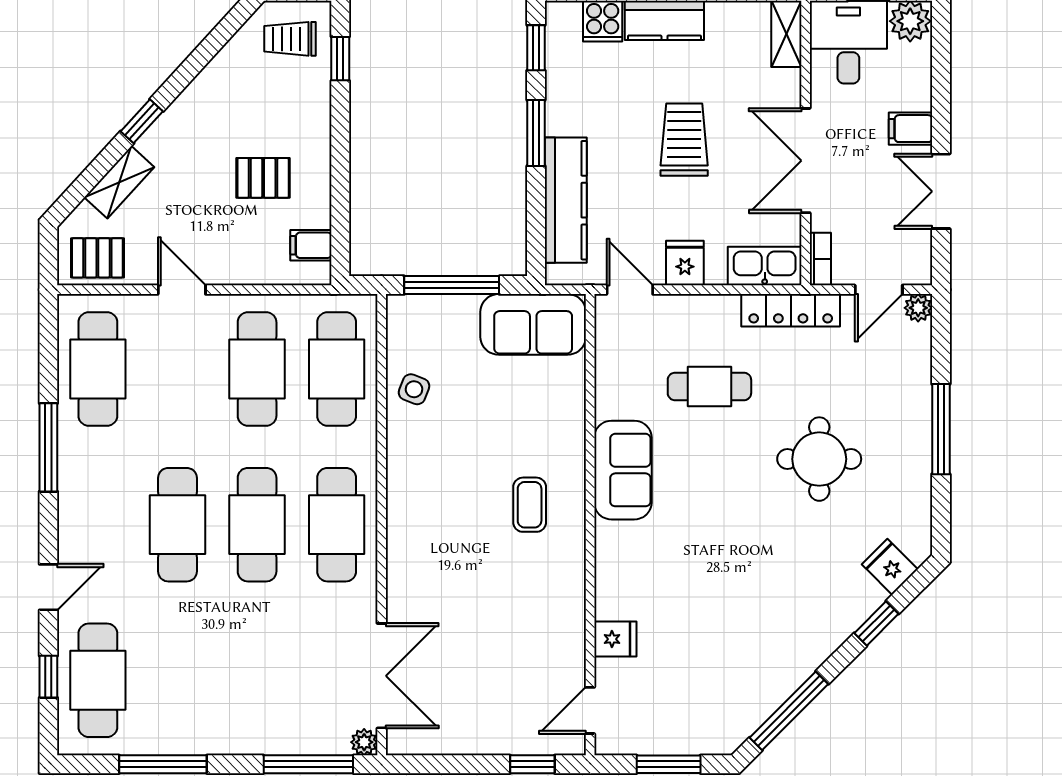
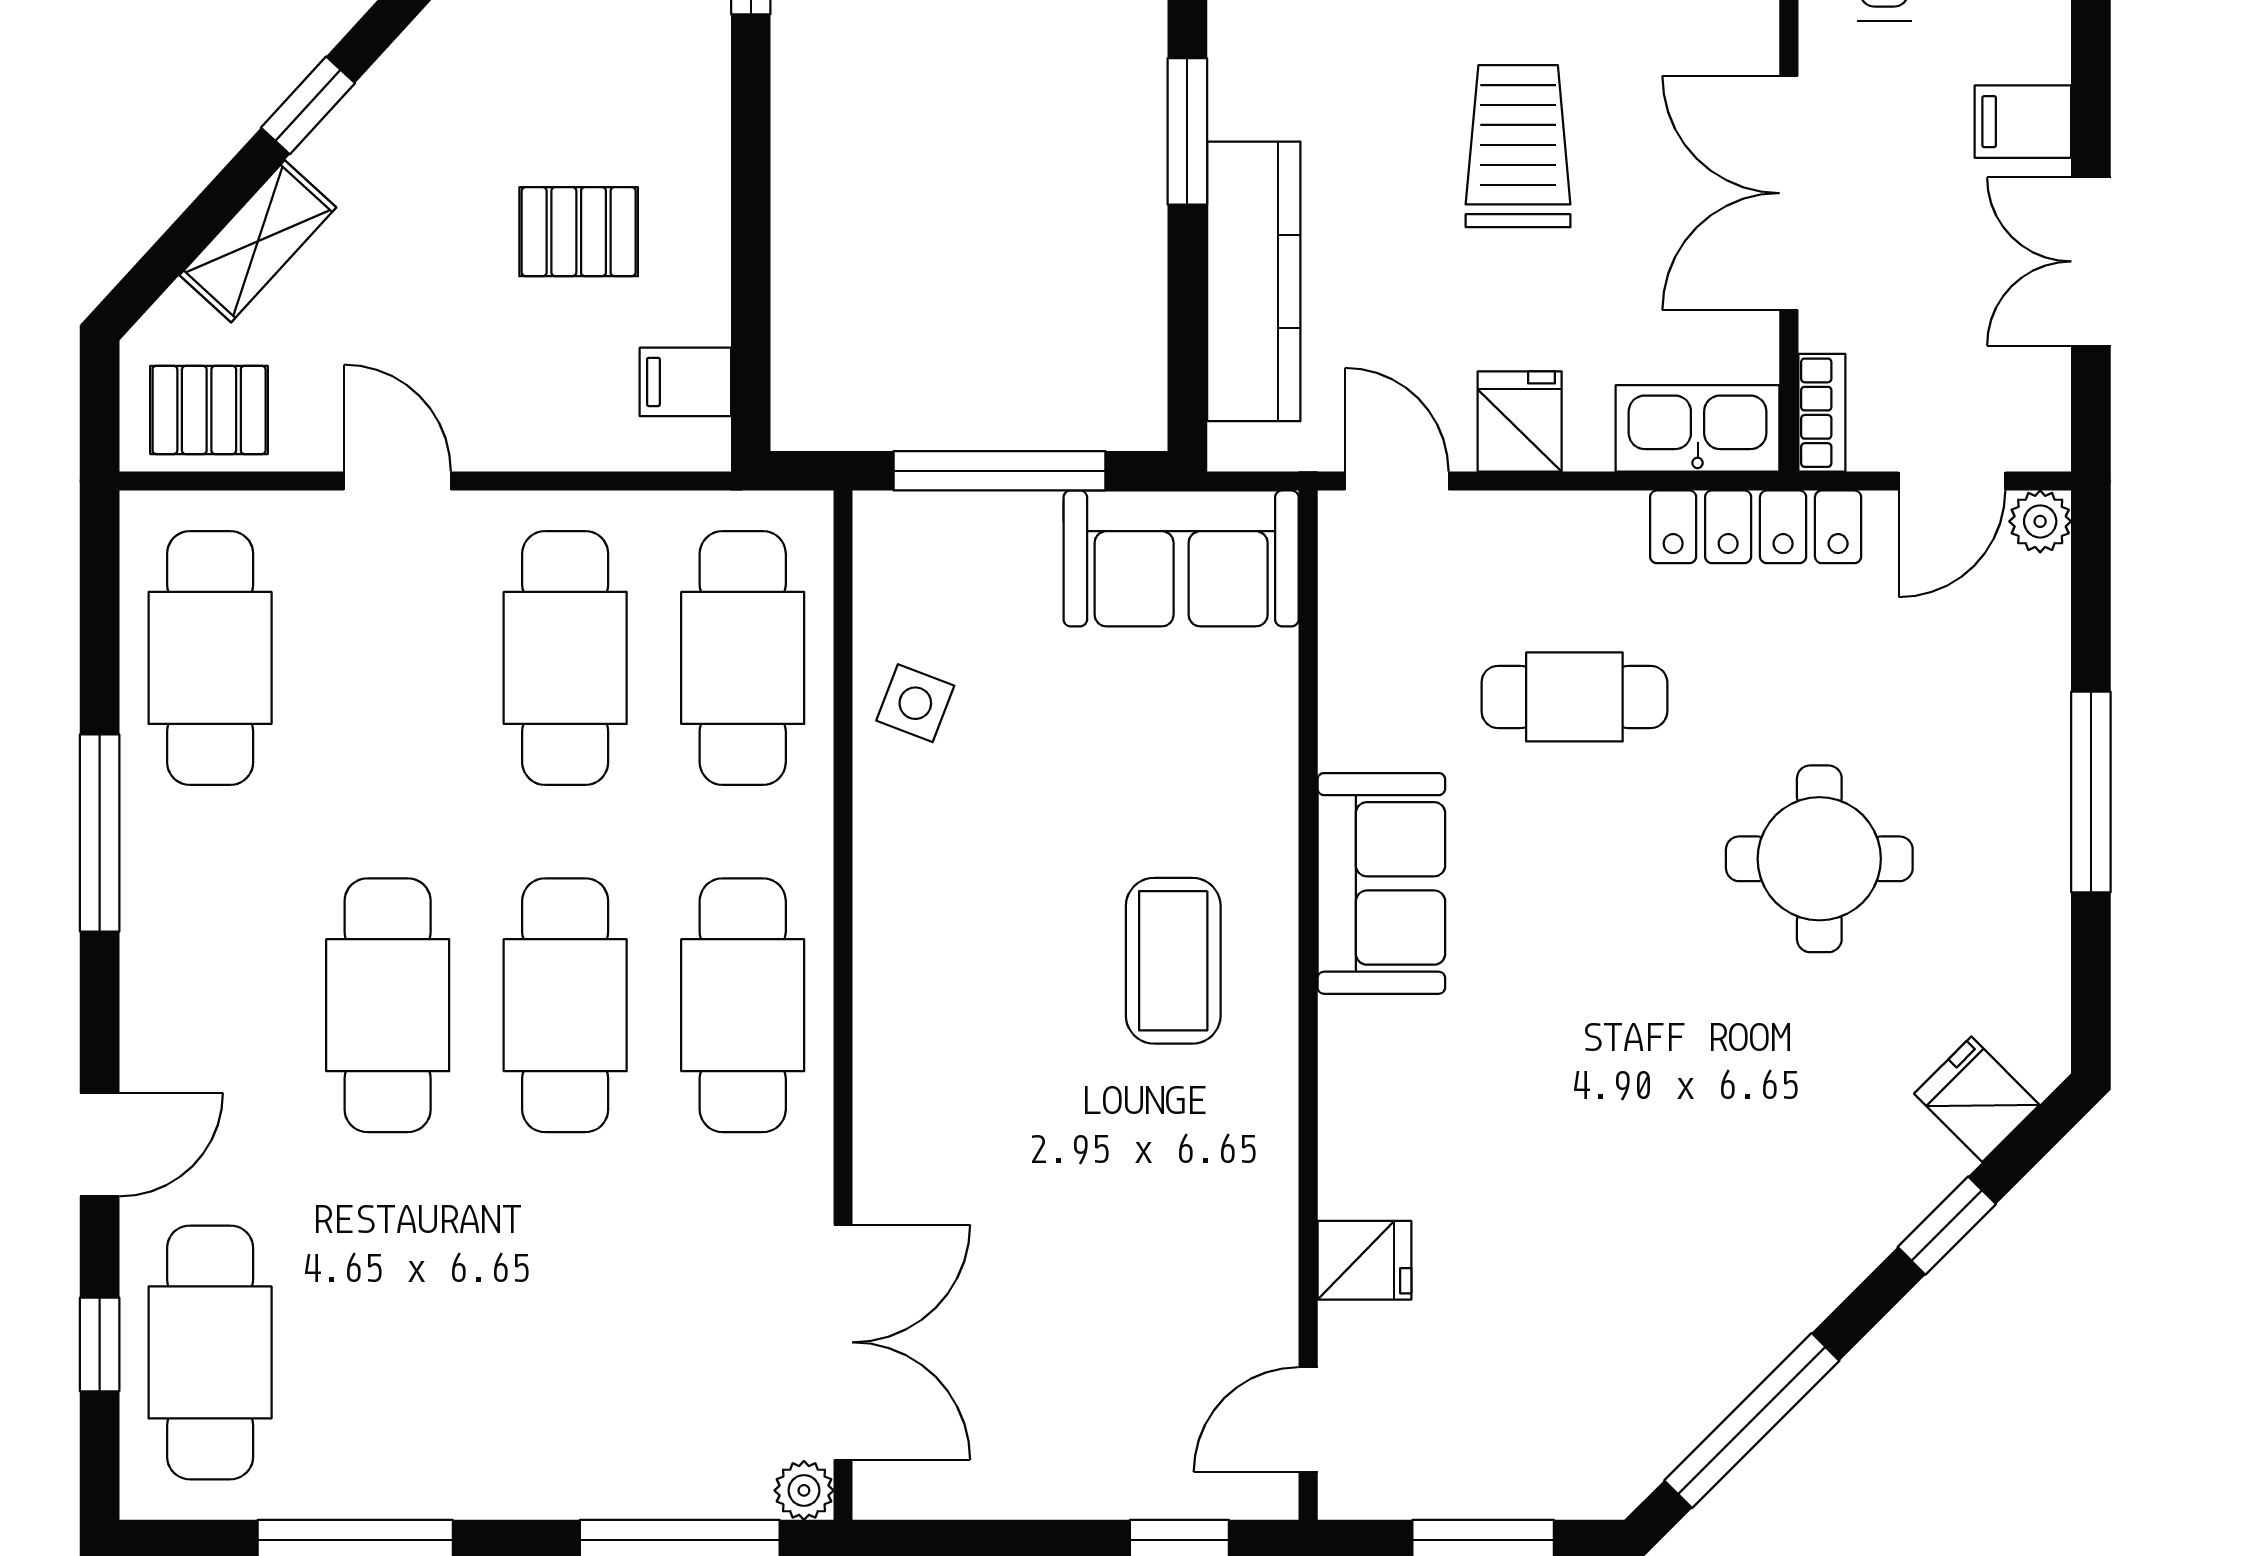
coffee table: (530, 505) -> (1173, 961), width x1.36, depth x1.30

